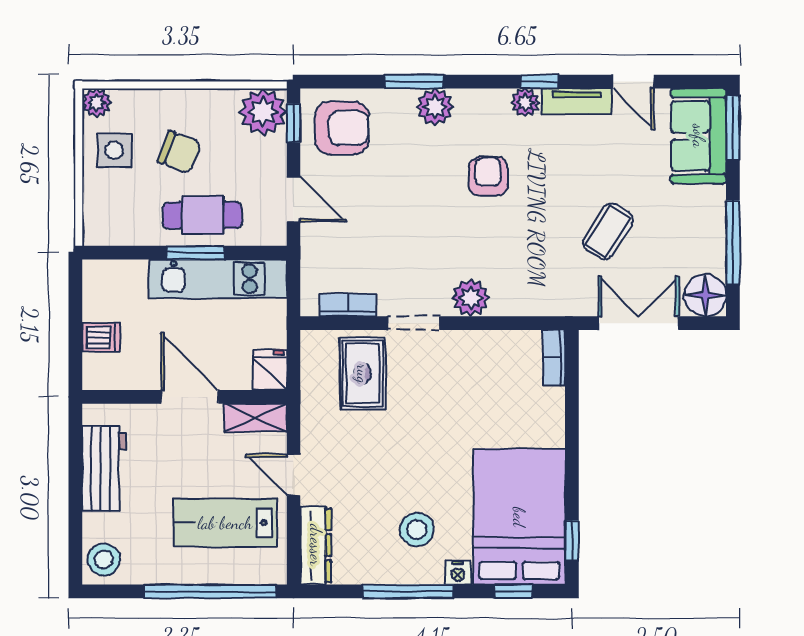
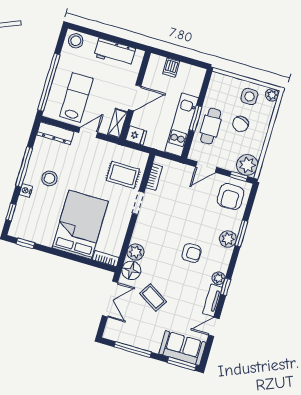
floor lamp: (705, 295) -> (131, 270), moved
plant: (471, 298) -> (135, 252), moved
bed: (519, 517) -> (80, 225), moved, turned -90

